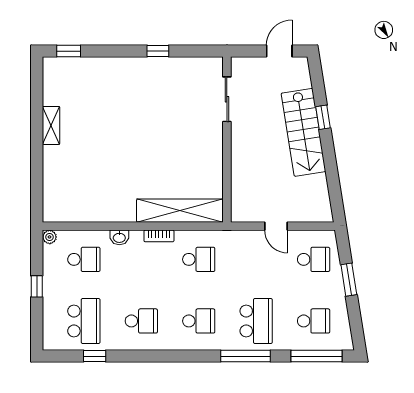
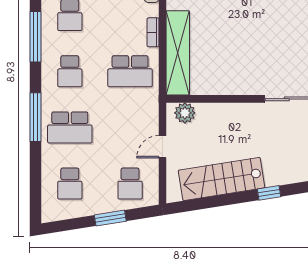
stairs: (304, 132) -> (222, 179), moved
plant: (241, 203) -> (185, 113), added
school desk: (199, 259) -> (130, 71), width x1.85
window: (316, 356) -> (35, 37), moved

